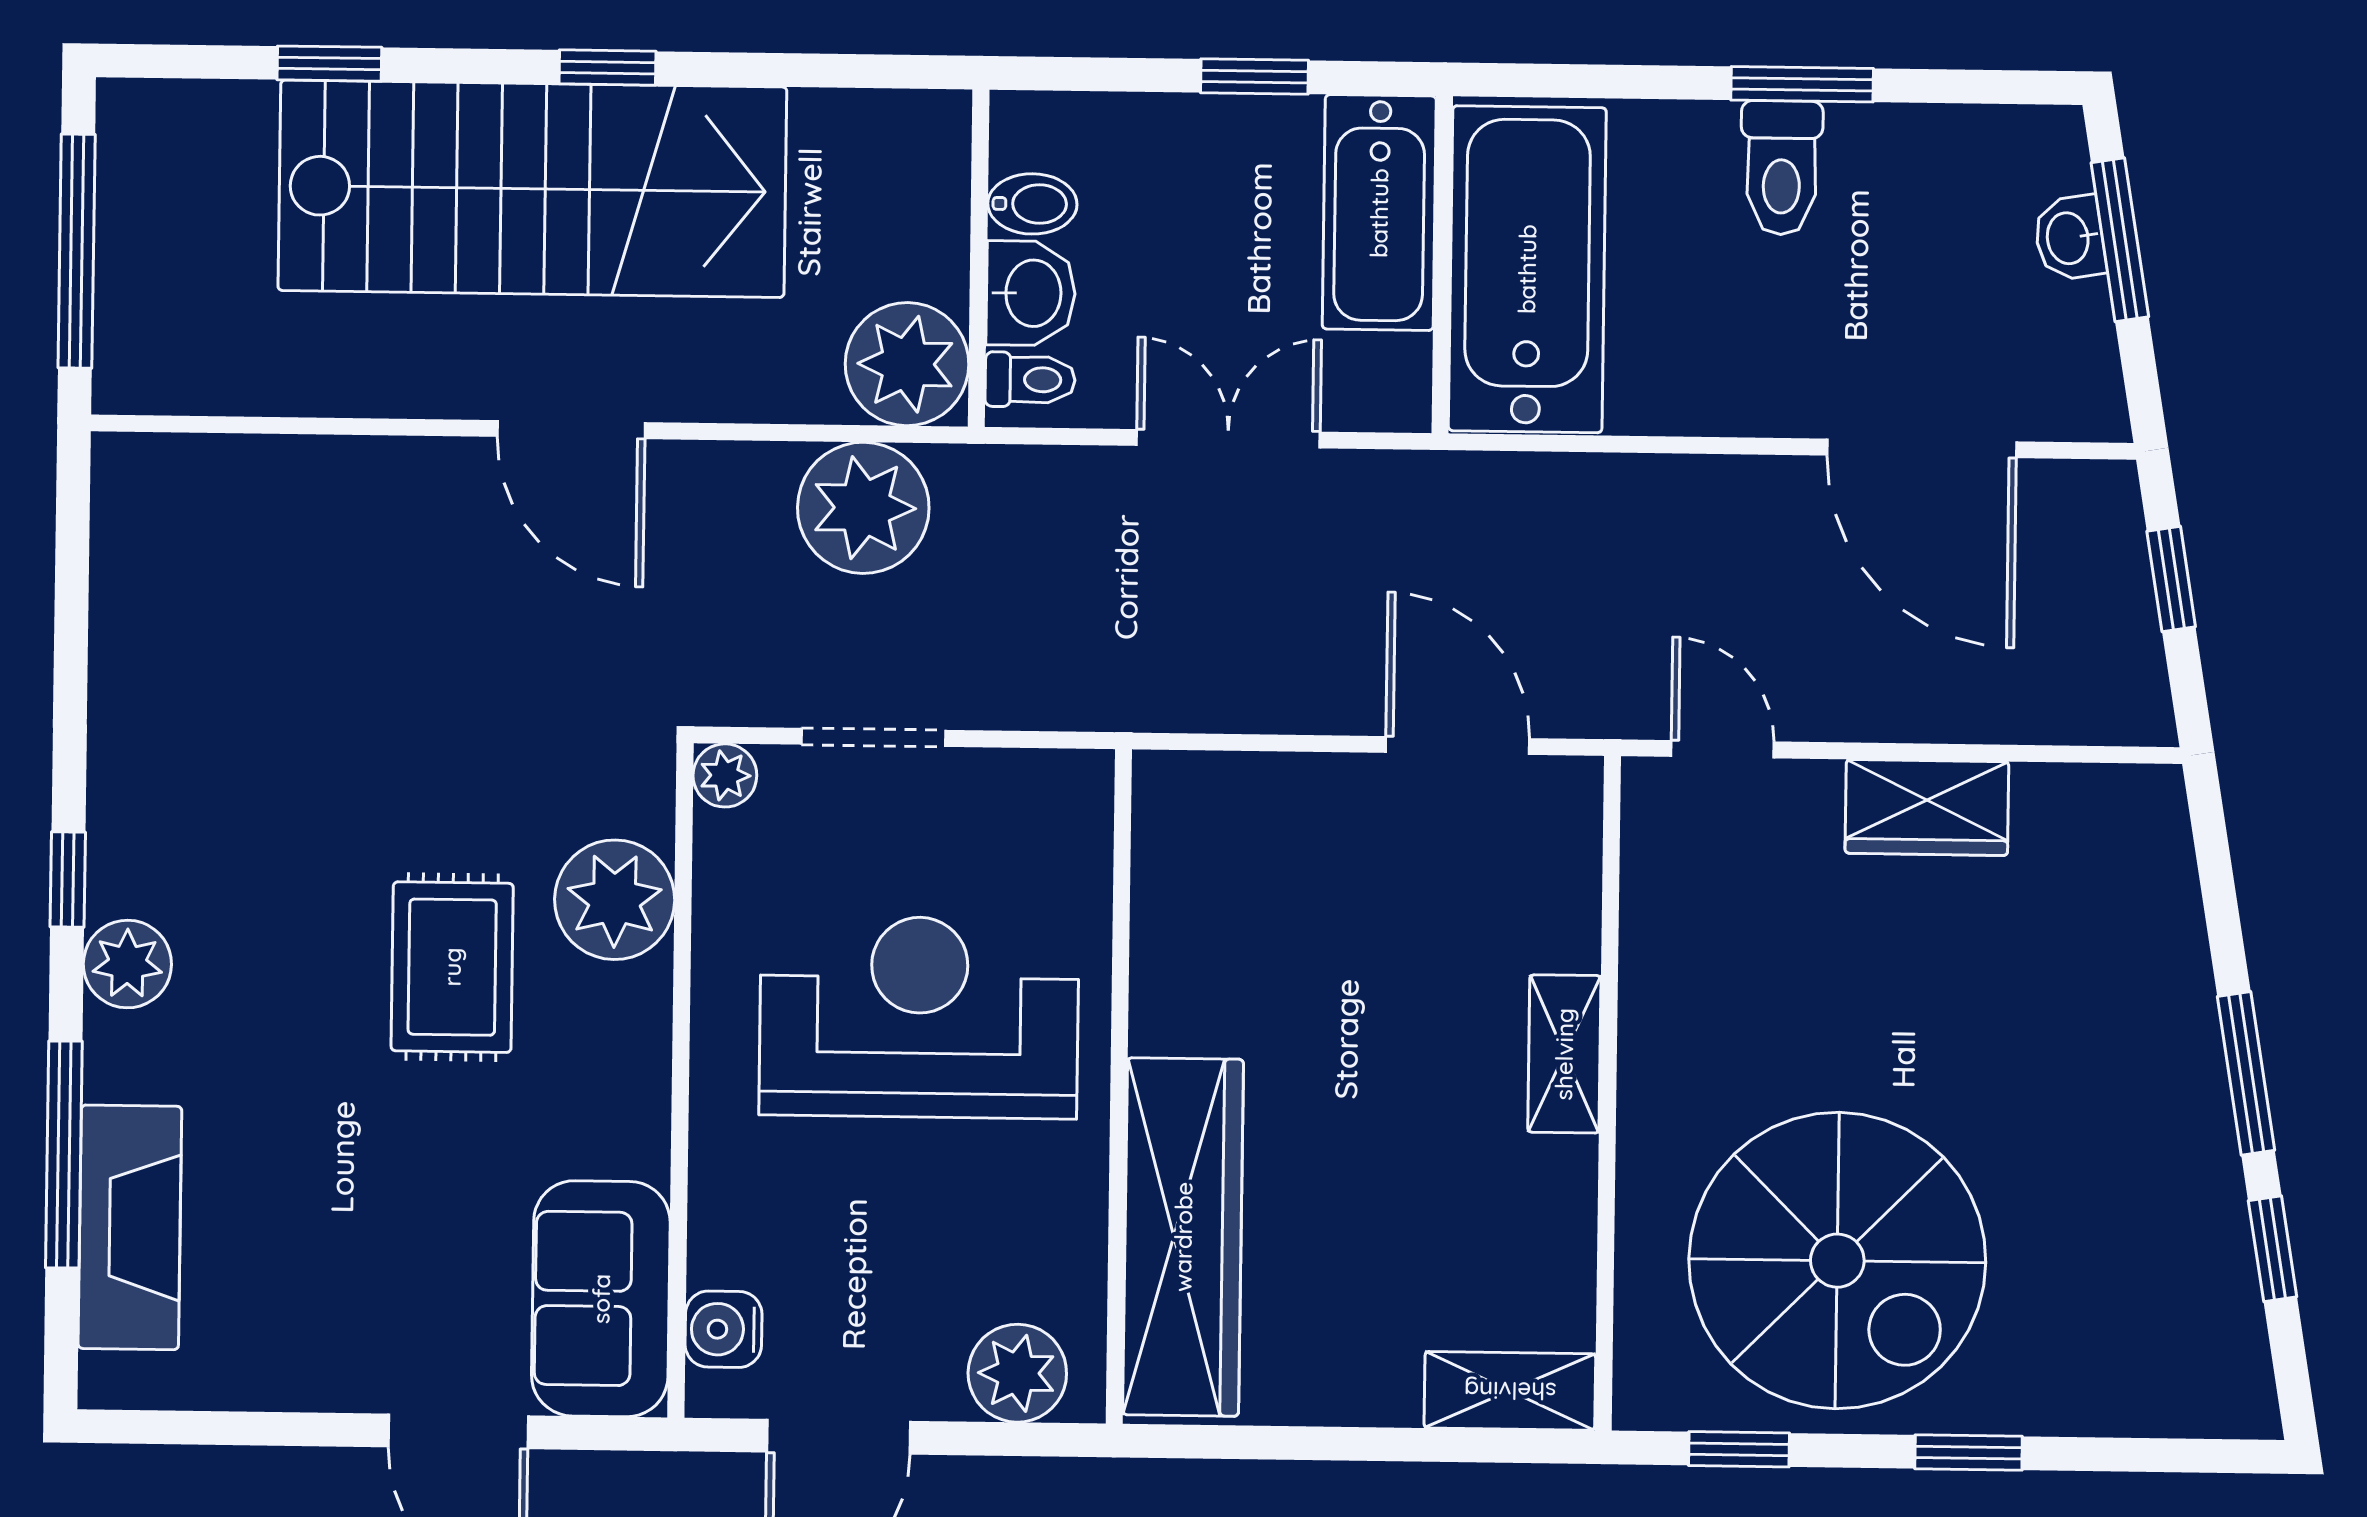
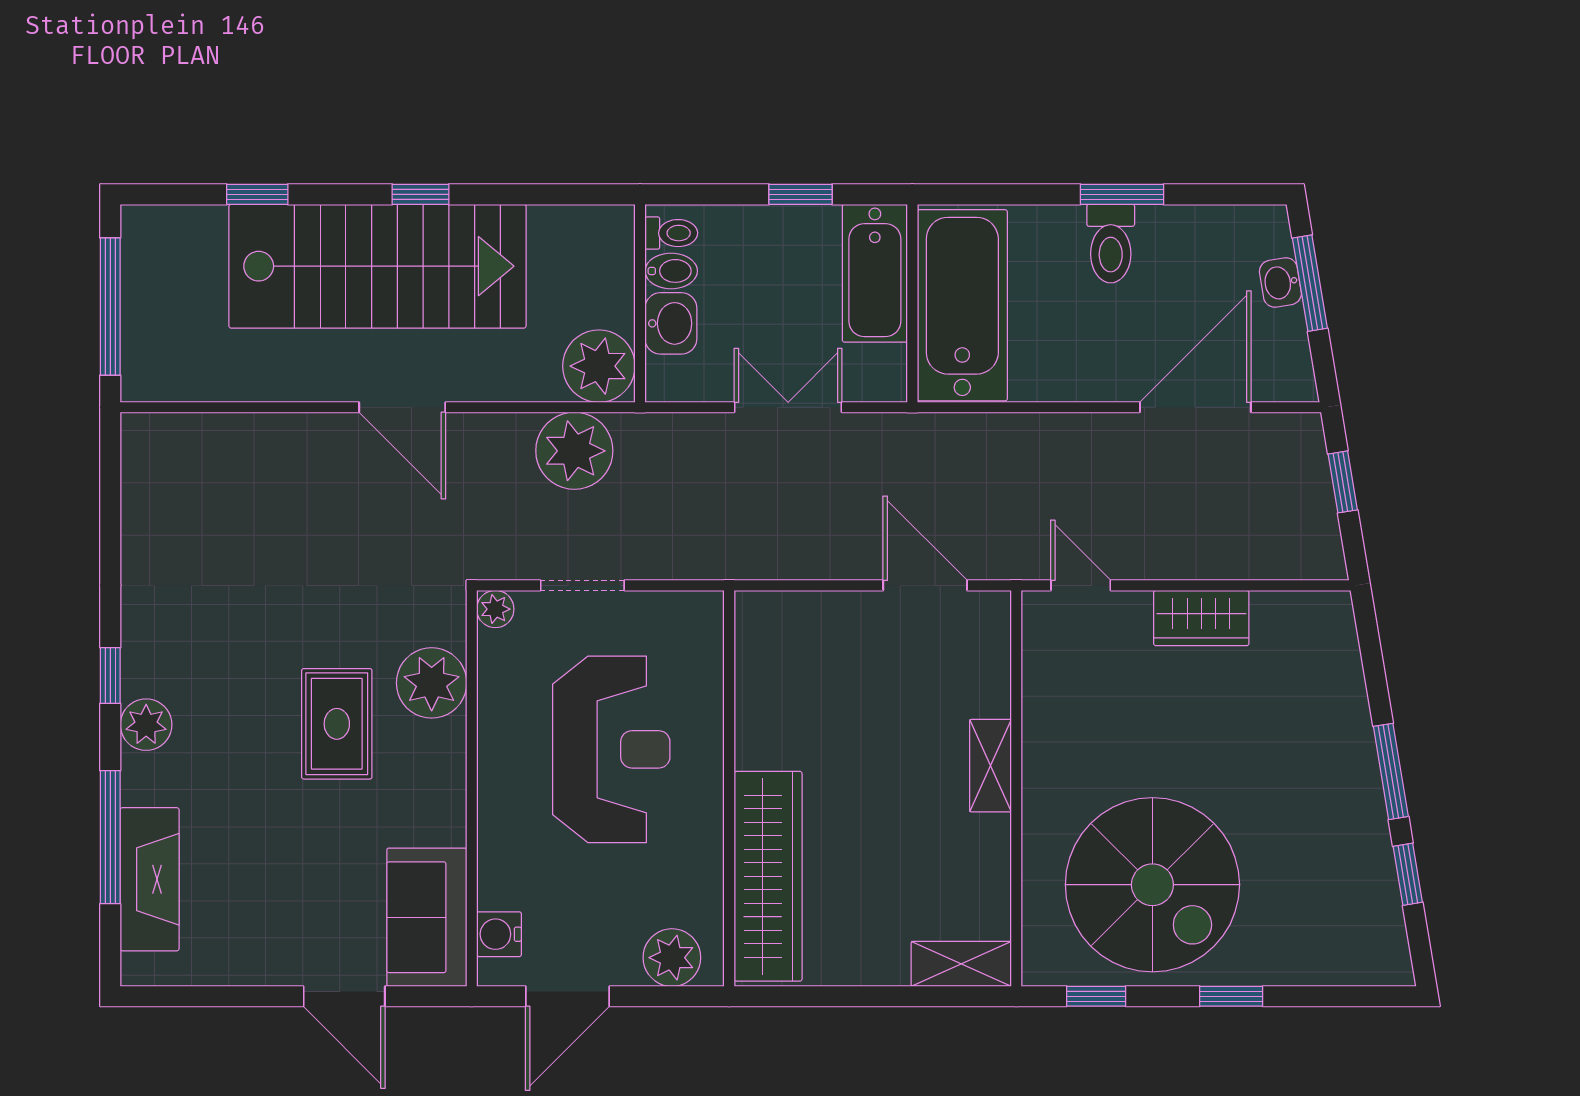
toilet: (1030, 380) -> (671, 233), moved
door: (1922, 448) -> (1195, 407), swing flipped
reception desk: (919, 1017) -> (611, 749), turned 90

